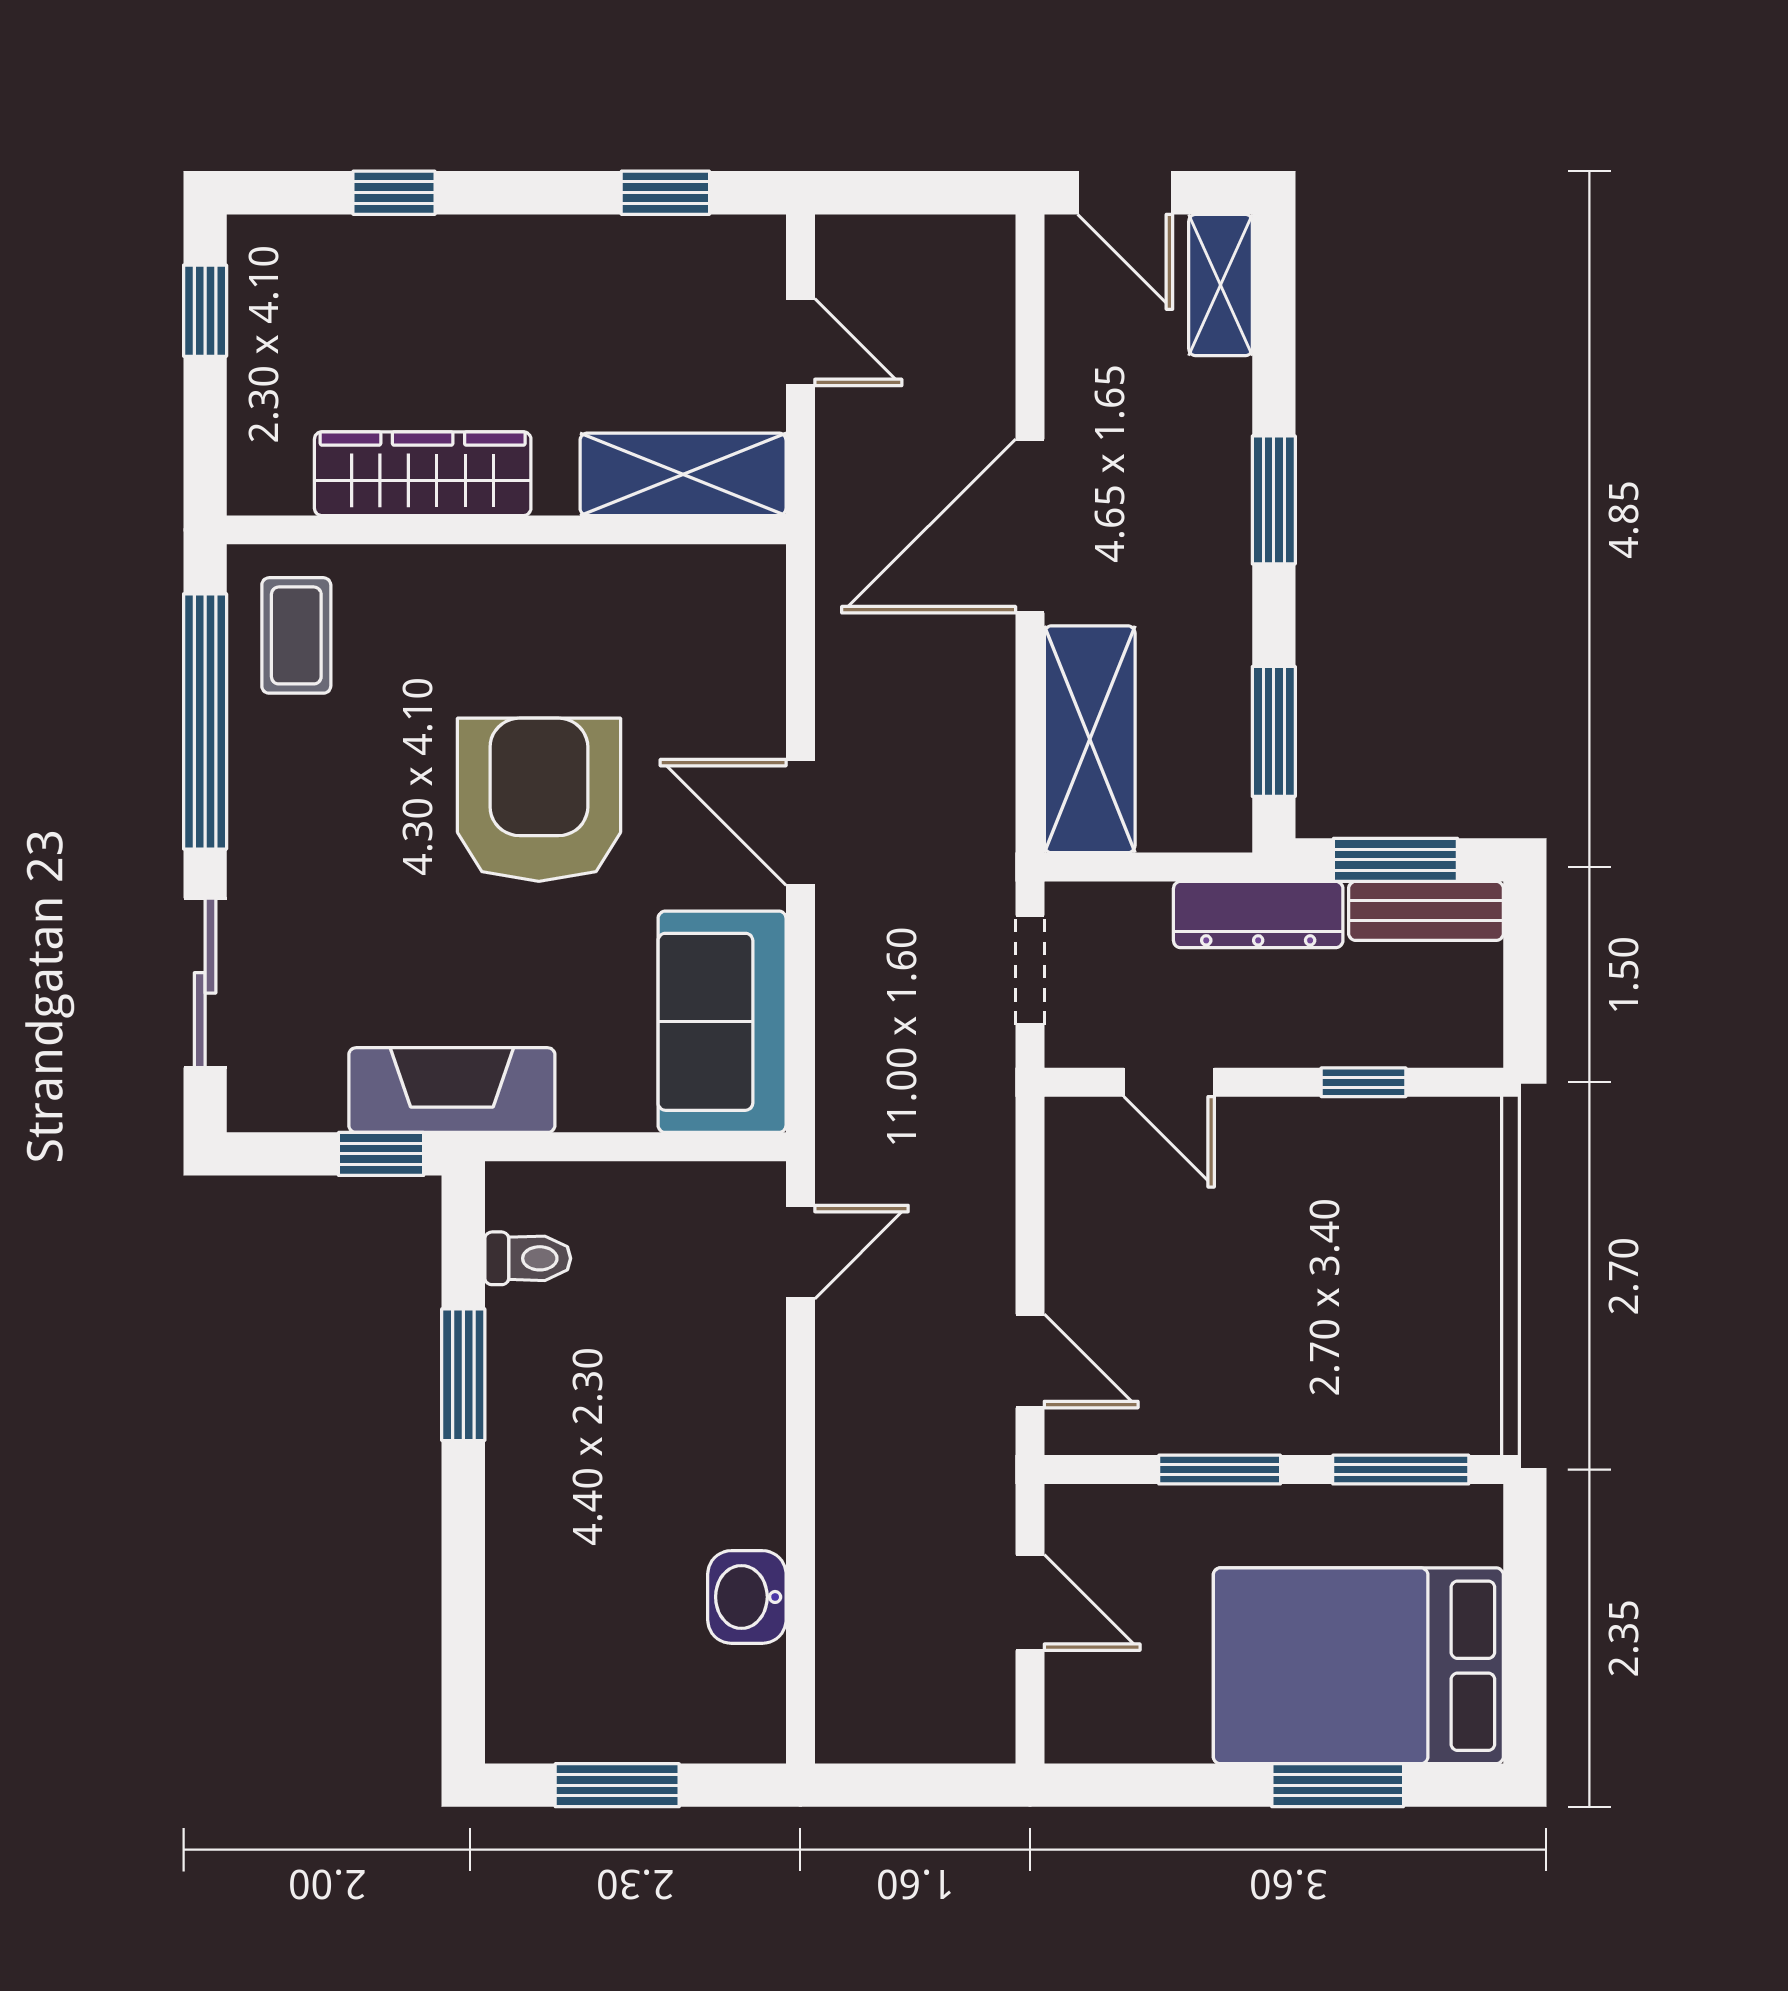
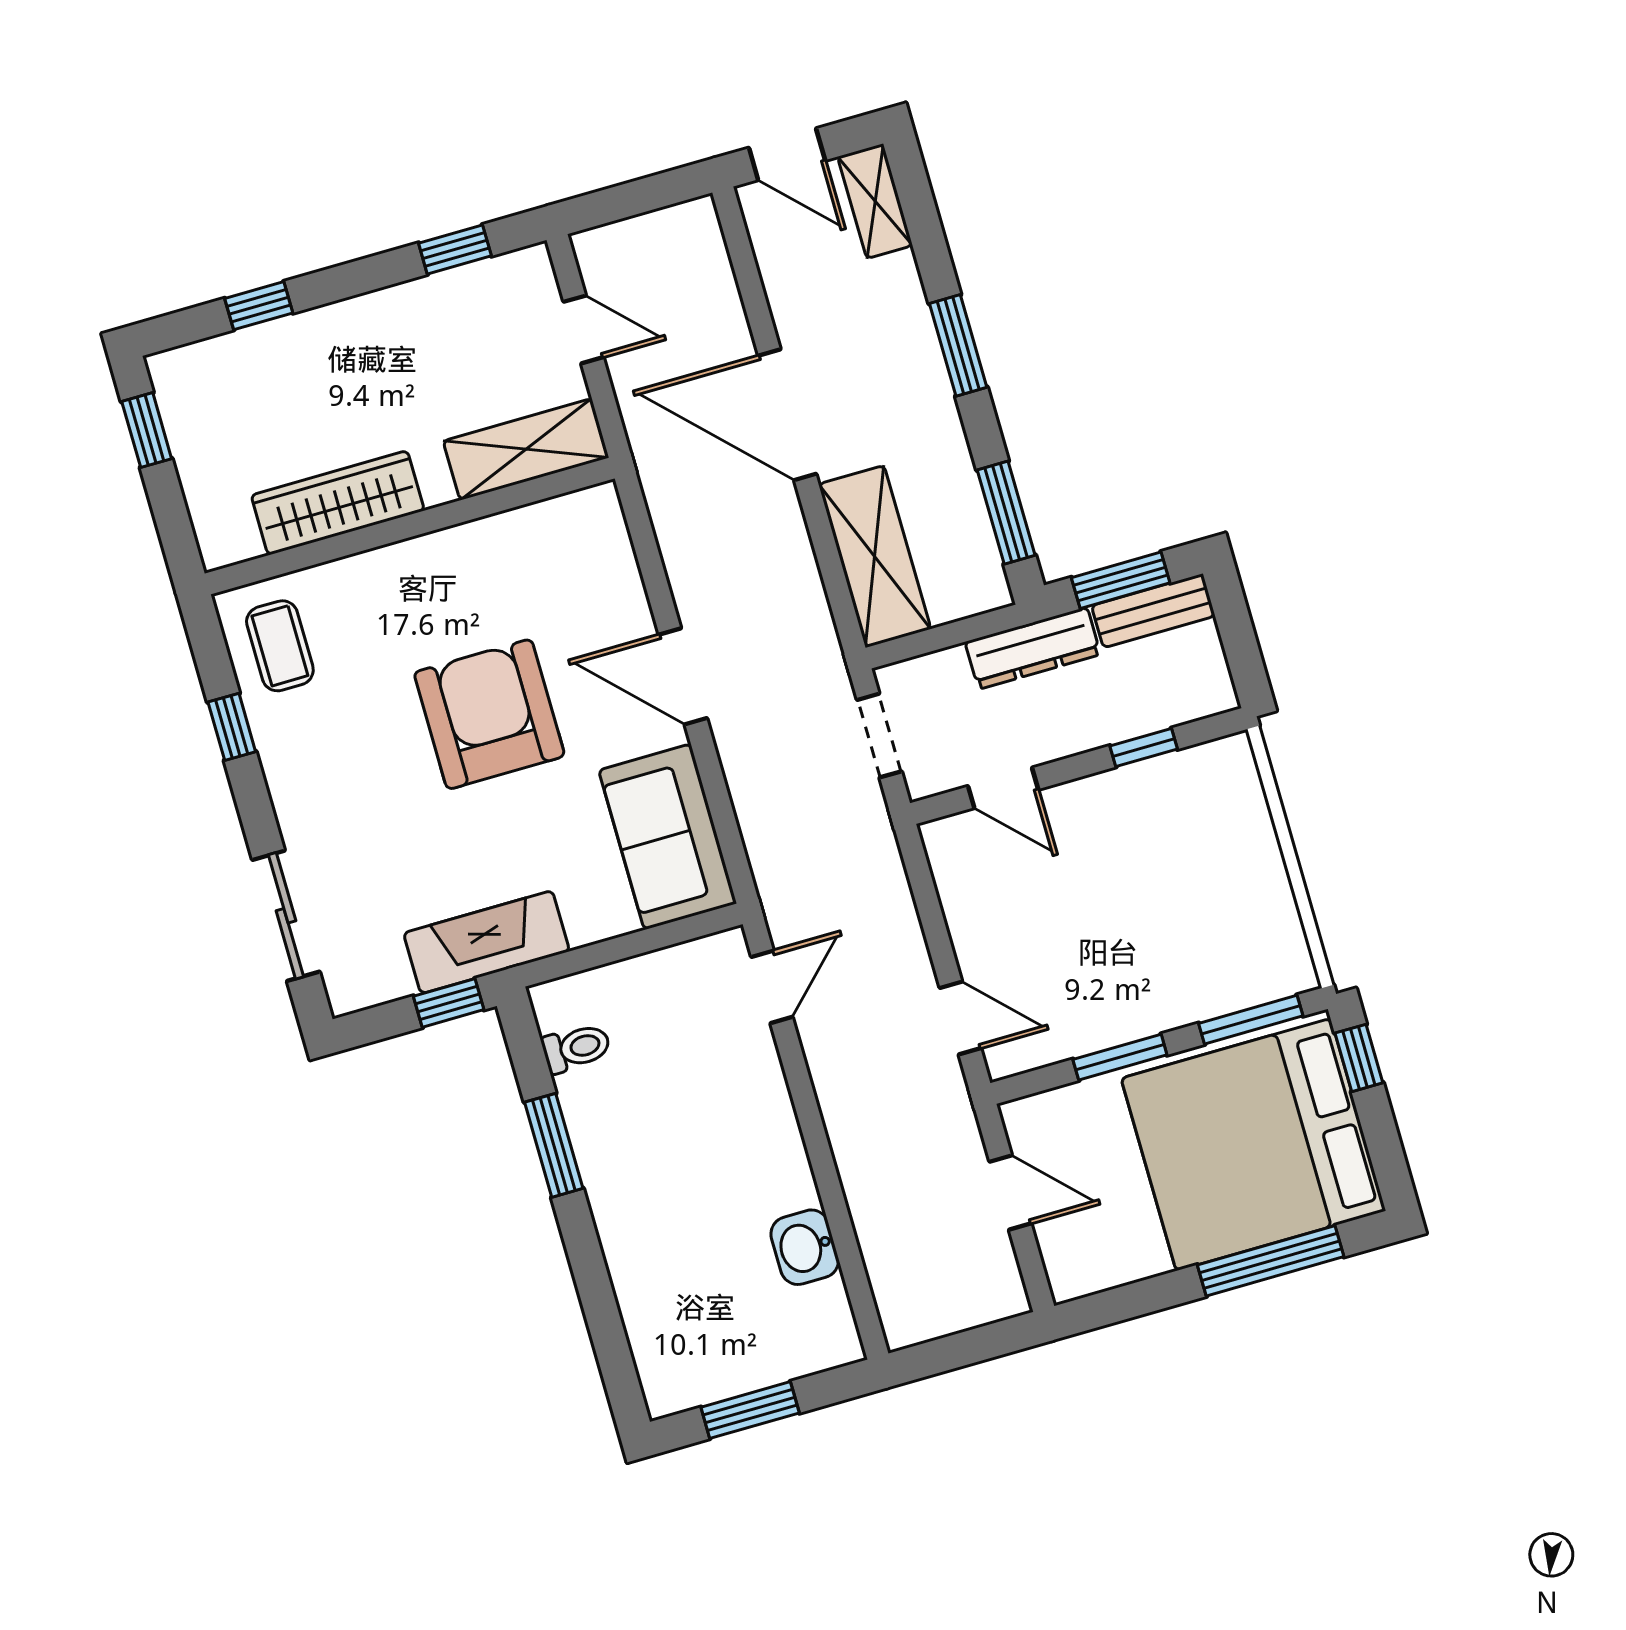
door: (1030, 526) -> (787, 415), hinge flipped
window: (205, 721) -> (232, 727), width x0.32
window: (1525, 1558) -> (1359, 1058), added
bed: (1358, 1666) -> (1253, 1145), width x1.36
window: (1338, 1785) -> (1271, 1261), width x1.44

